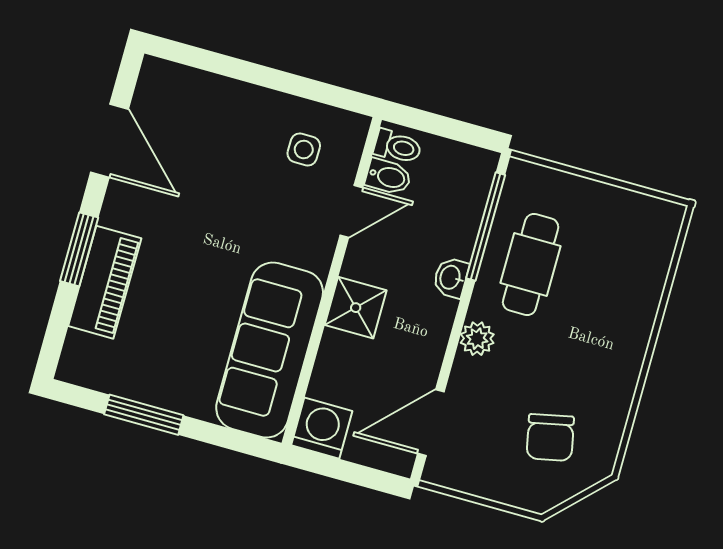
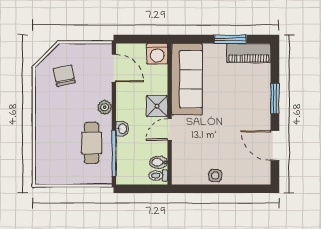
side table: (304, 150) -> (215, 176), moved
door: (351, 211) -> (170, 130), moved
piano: (105, 282) -> (249, 53), moved, turned -90
door: (431, 423) -> (114, 68), hinge flipped

